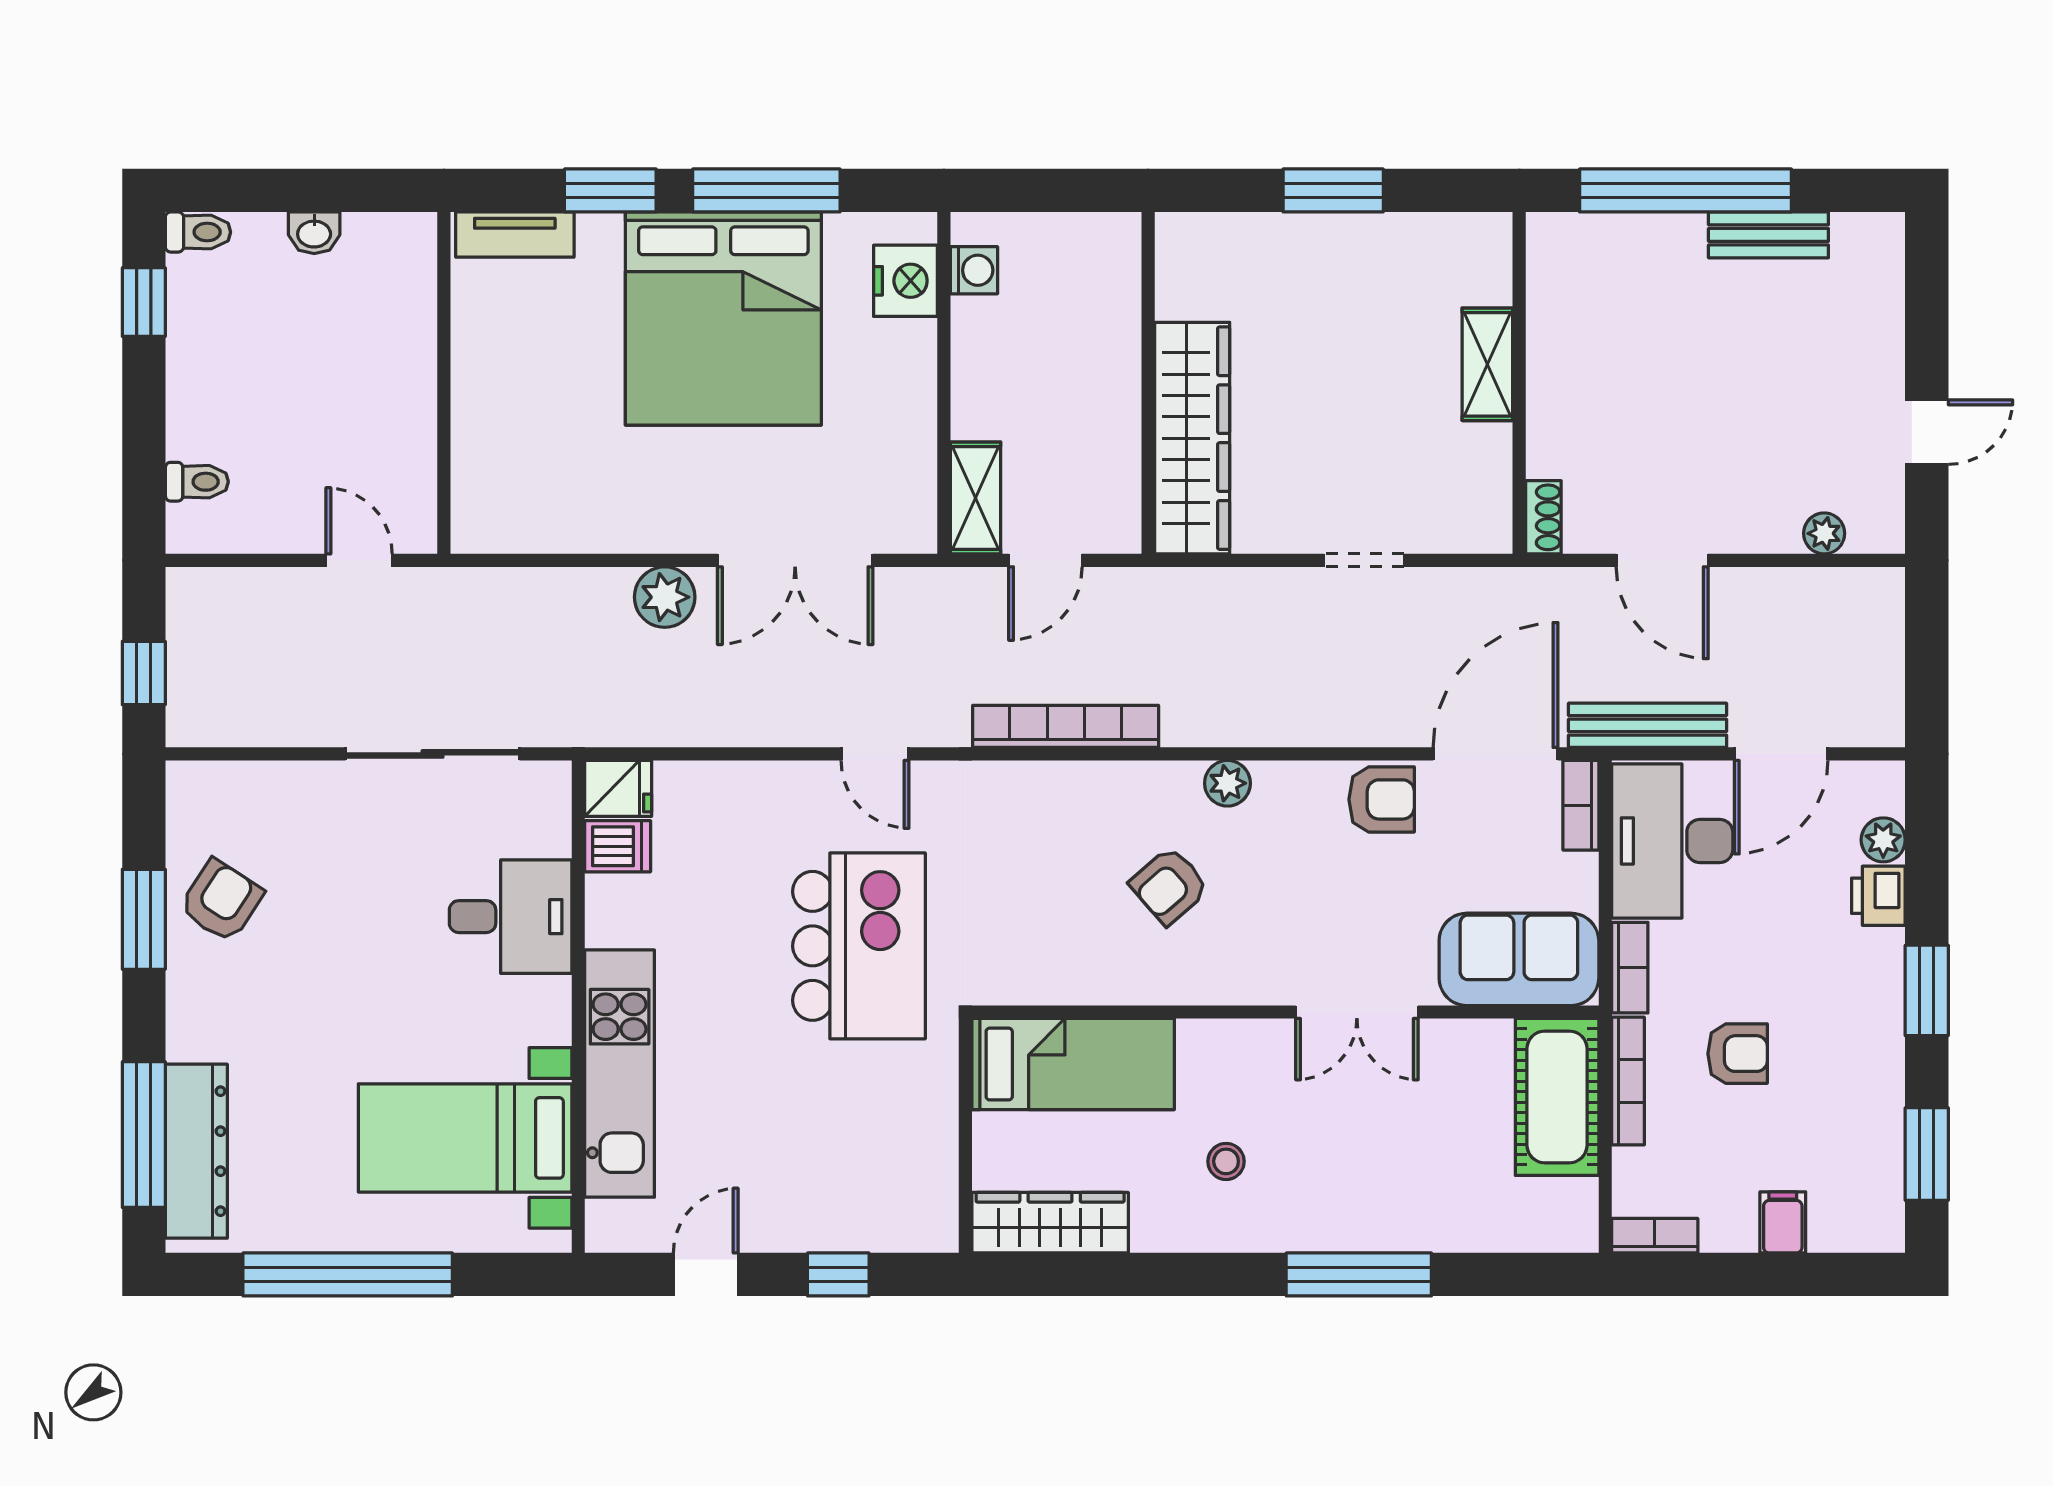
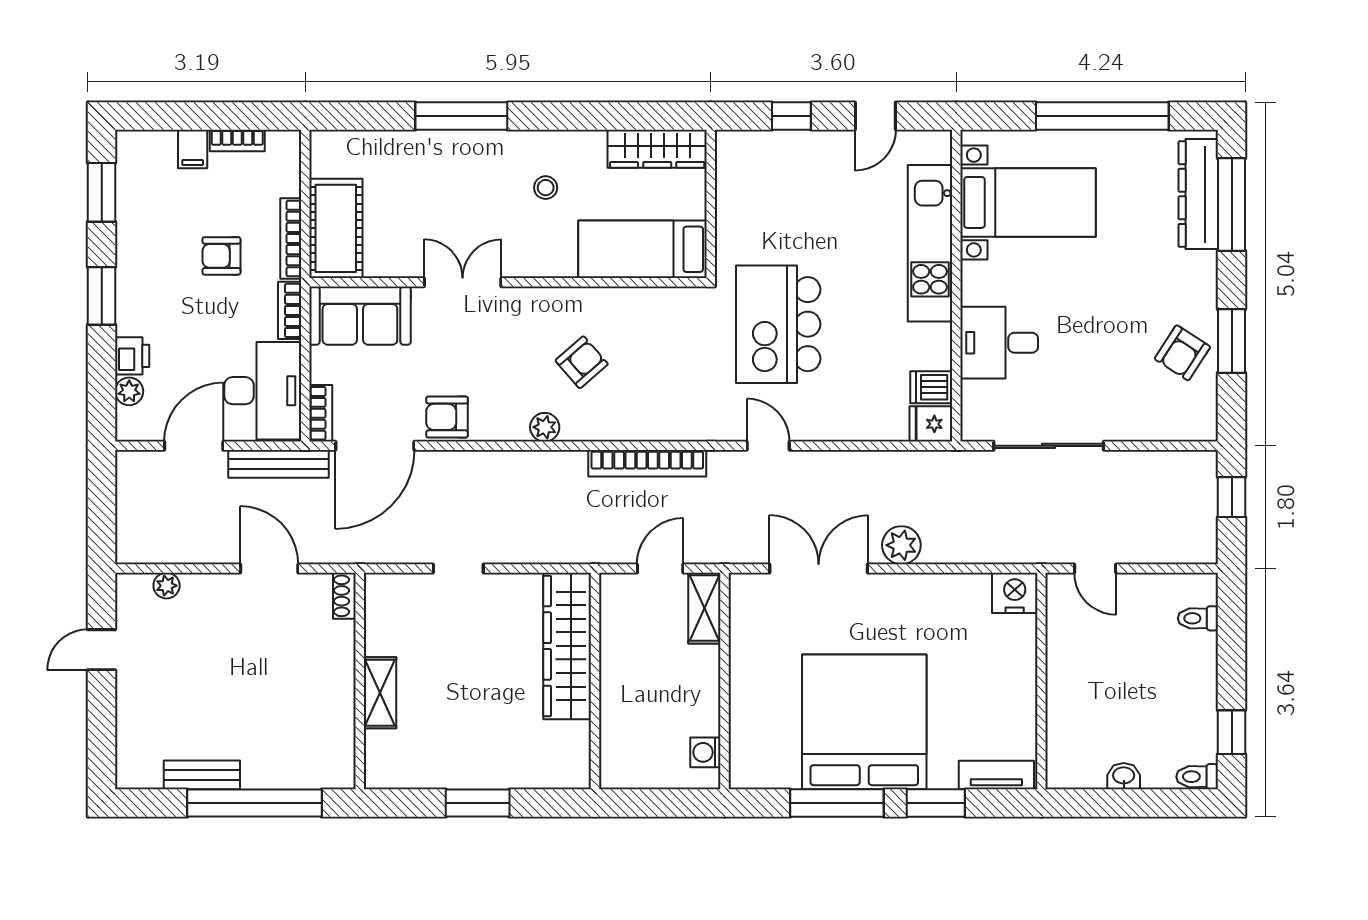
nightstand: (905, 281) -> (1015, 593), moved, turned 90
bookcase: (1655, 1236) -> (237, 141), moved

